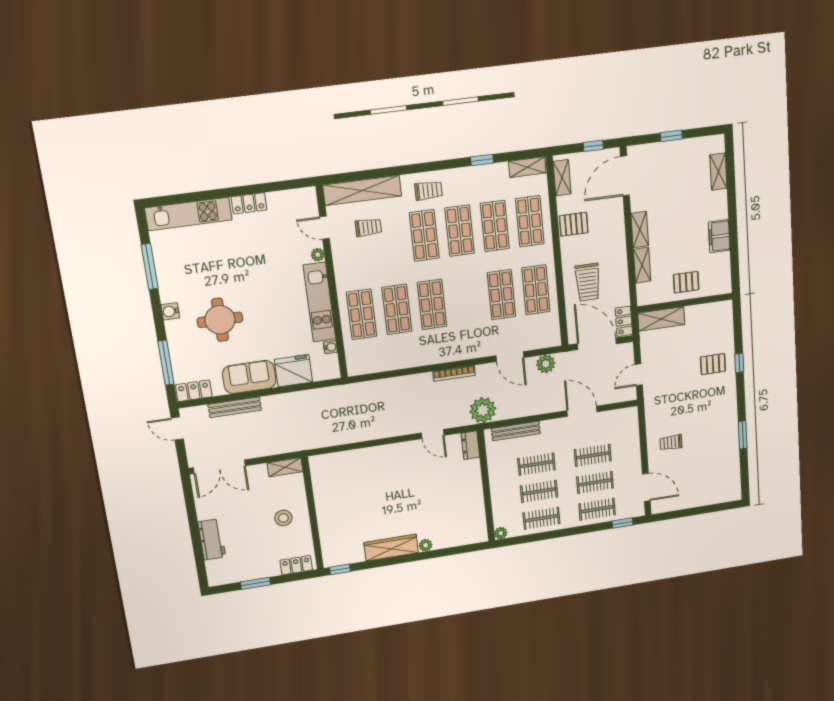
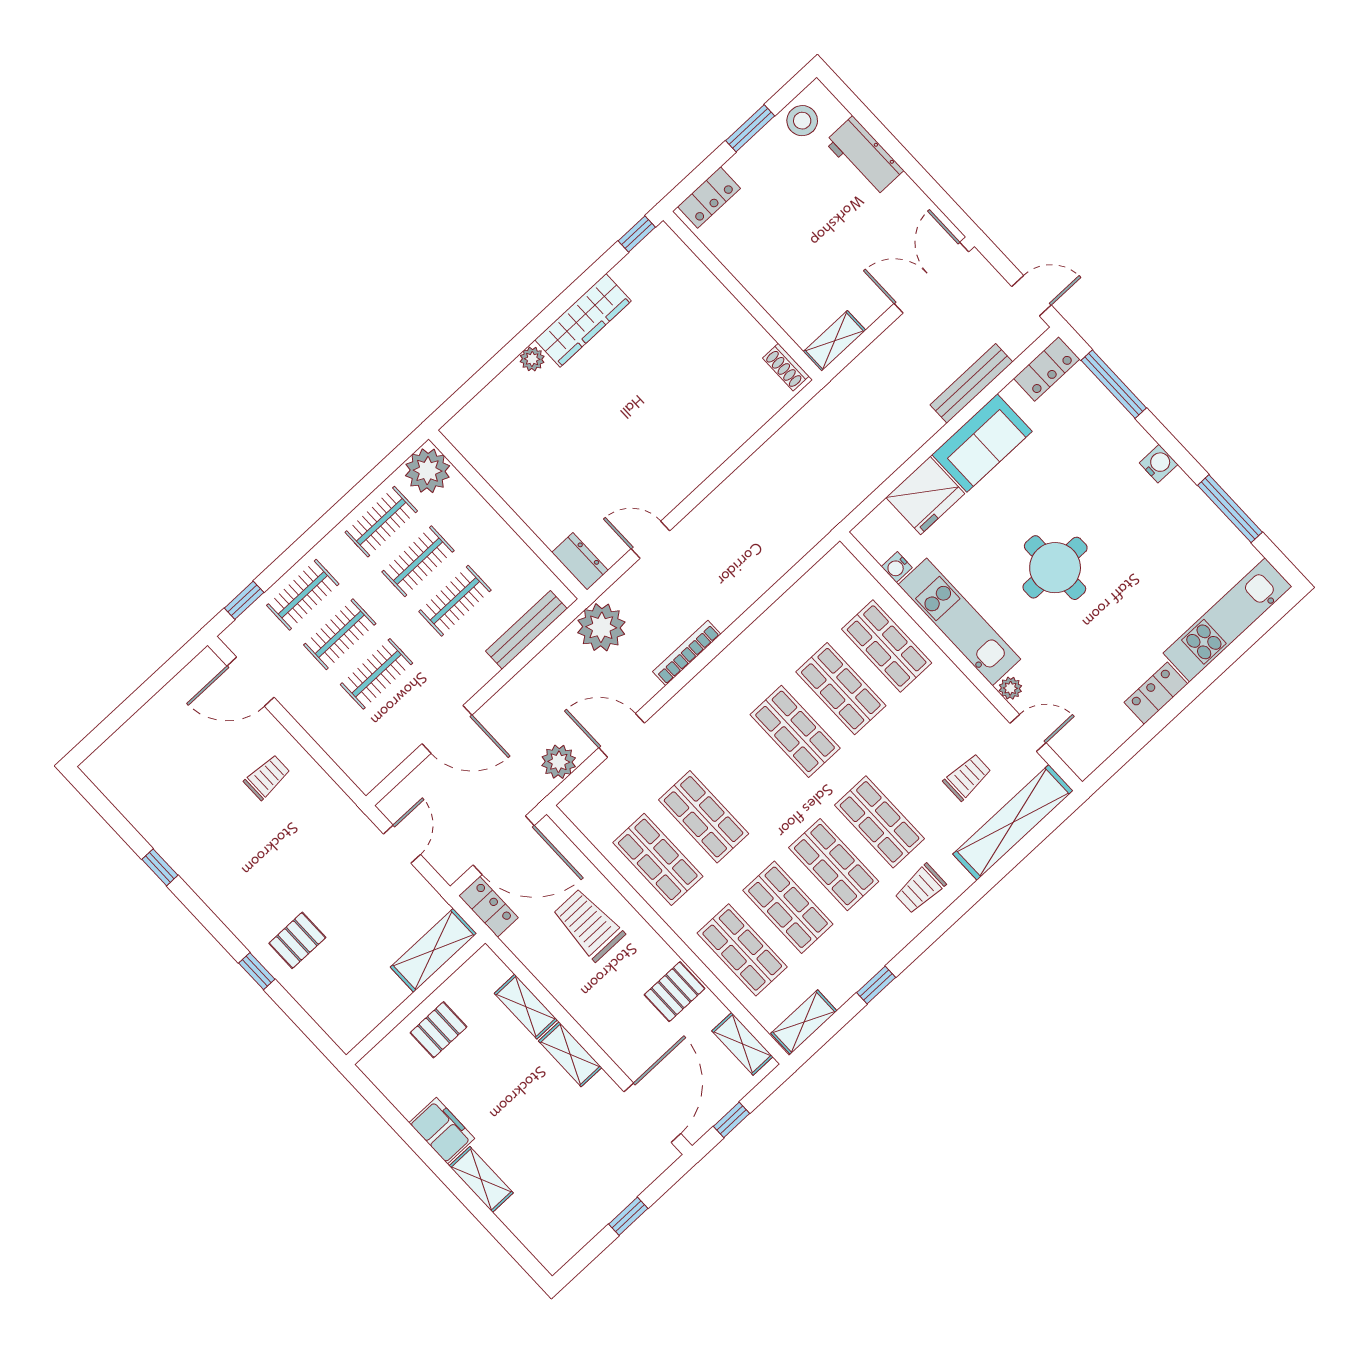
shelving: (718, 172) -> (481, 1179), moved
trolley: (368, 227) -> (967, 777), turned 180
round table: (220, 320) -> (1055, 568), moved
window: (743, 435) -> (160, 867), width x0.67
shoe rack: (316, 470) -> (786, 367), added
stool: (283, 518) -> (802, 121), moved
plant: (501, 533) -> (428, 471), width x1.88, depth x1.88

